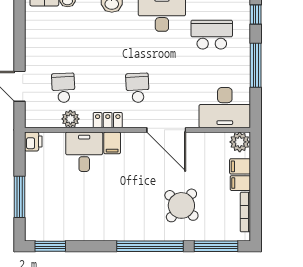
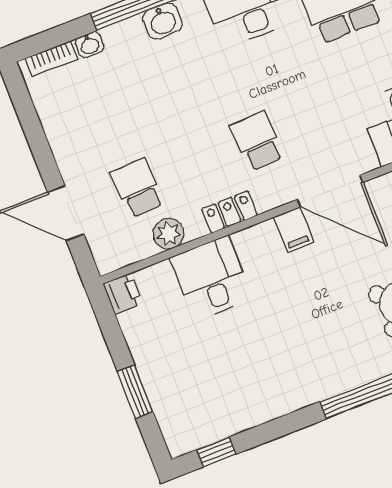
filing cabinet: (112, 143) -> (293, 230), moved
window: (19, 197) -> (135, 392), width x0.69
window: (50, 246) -> (216, 452), width x0.67

